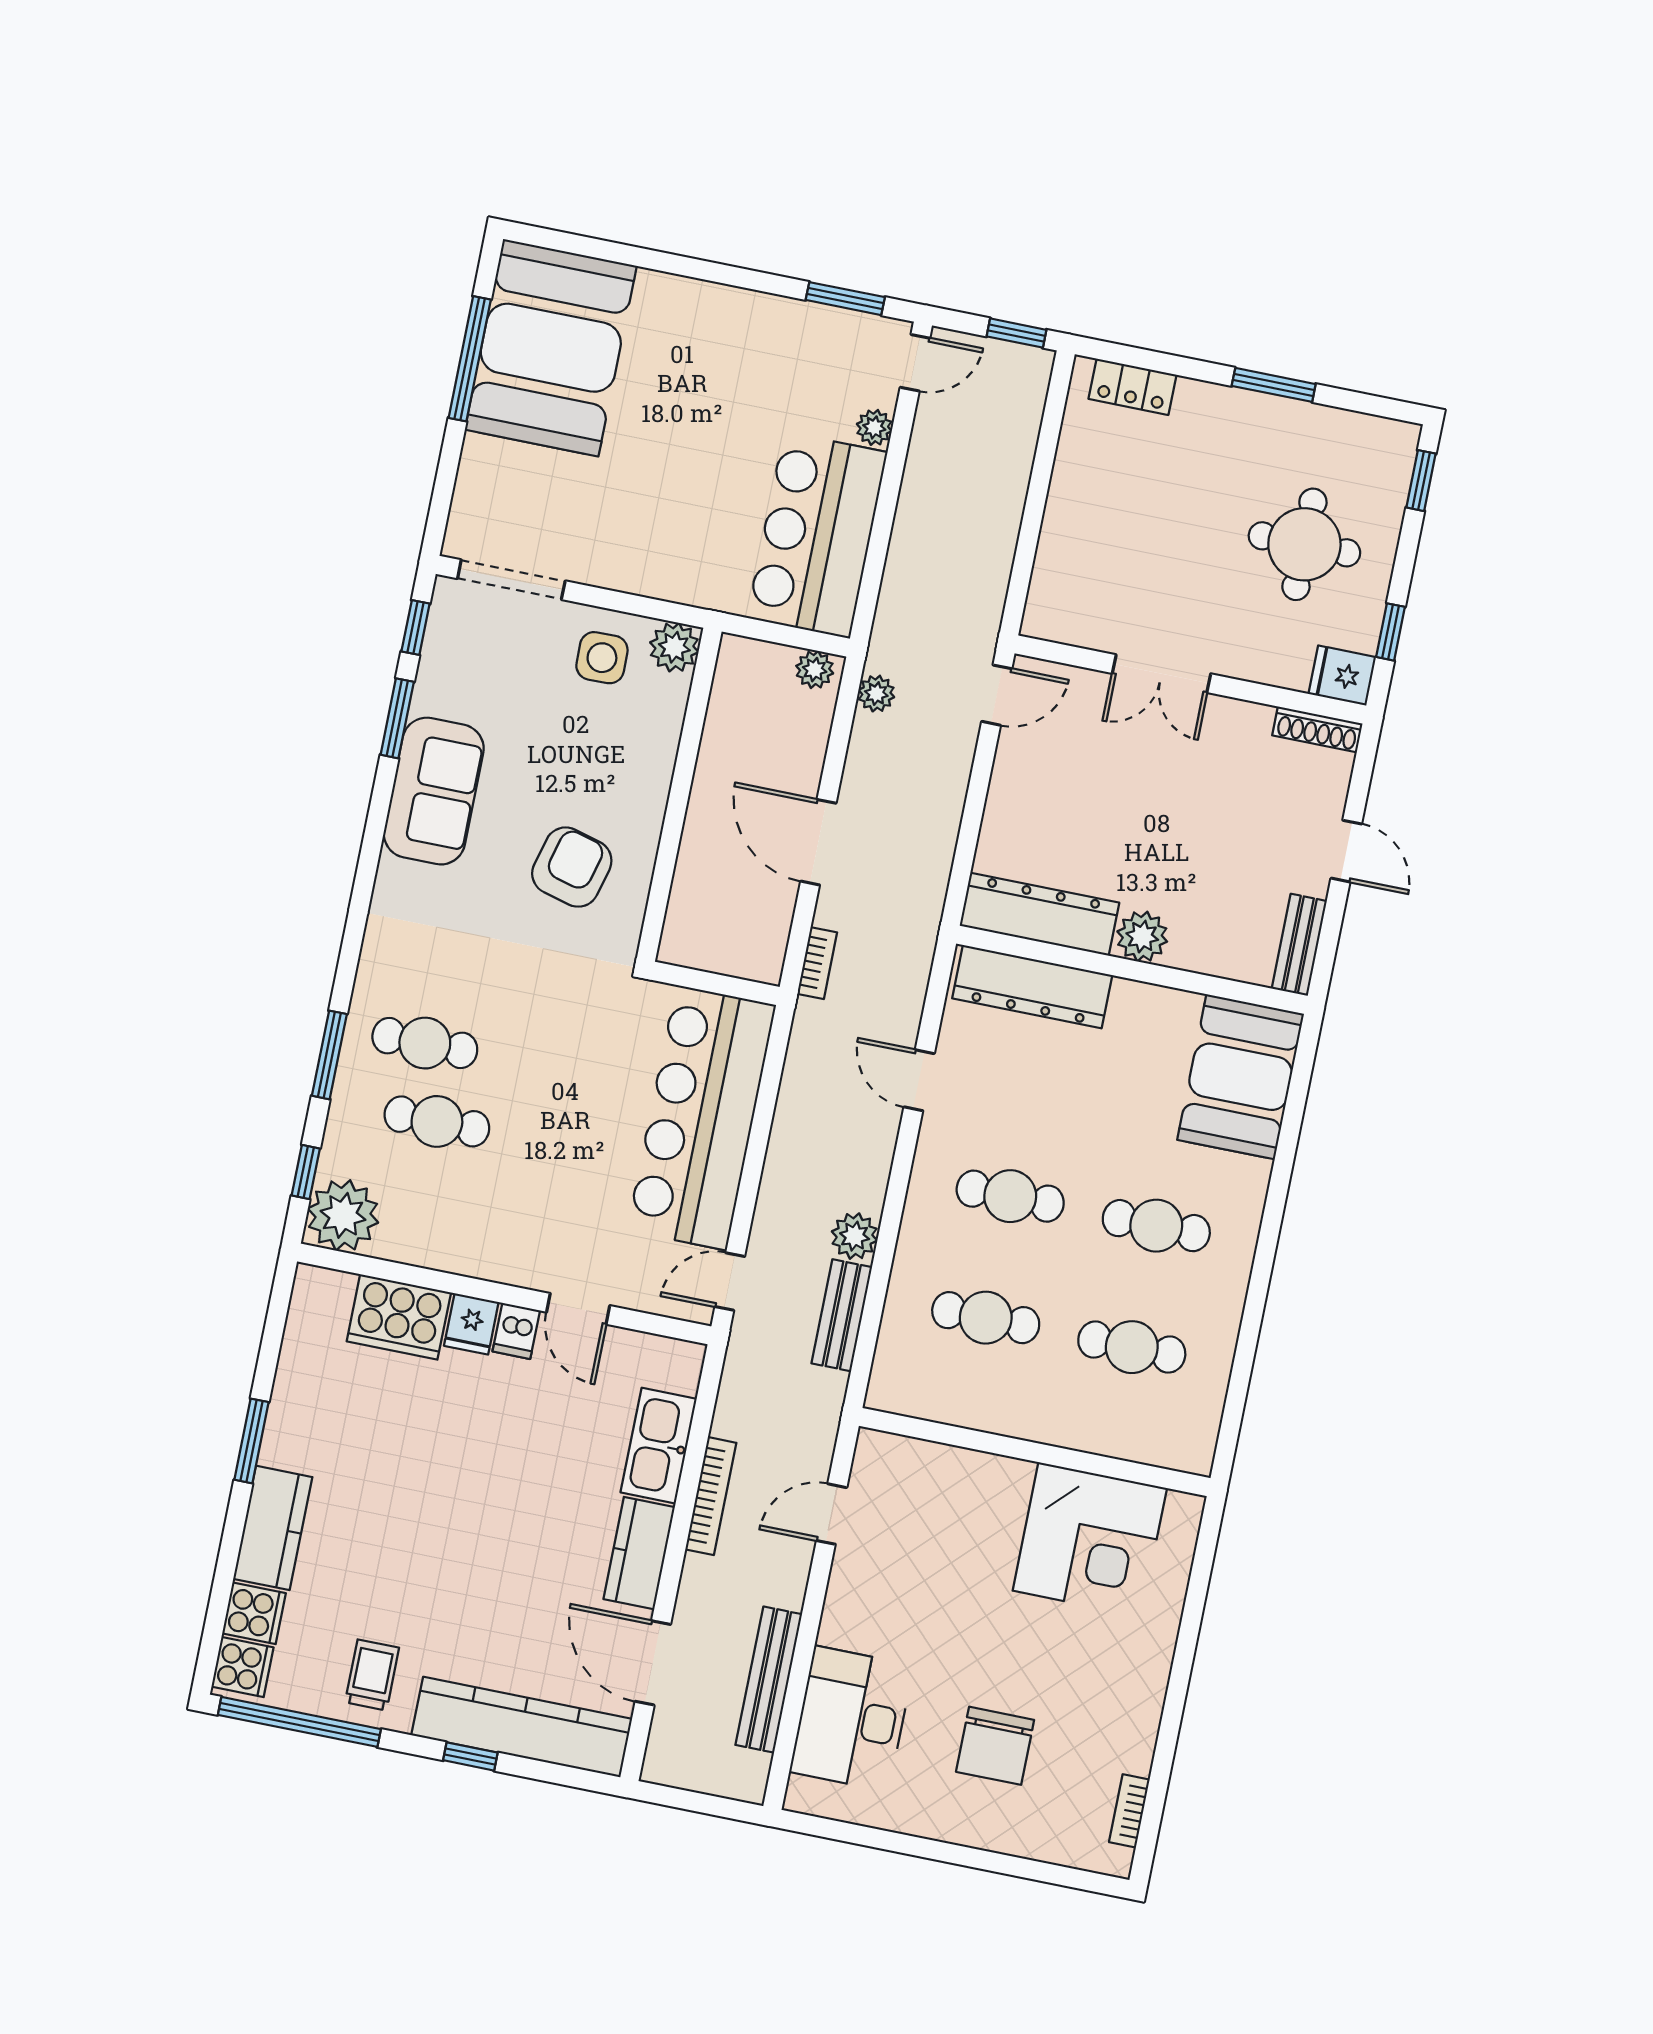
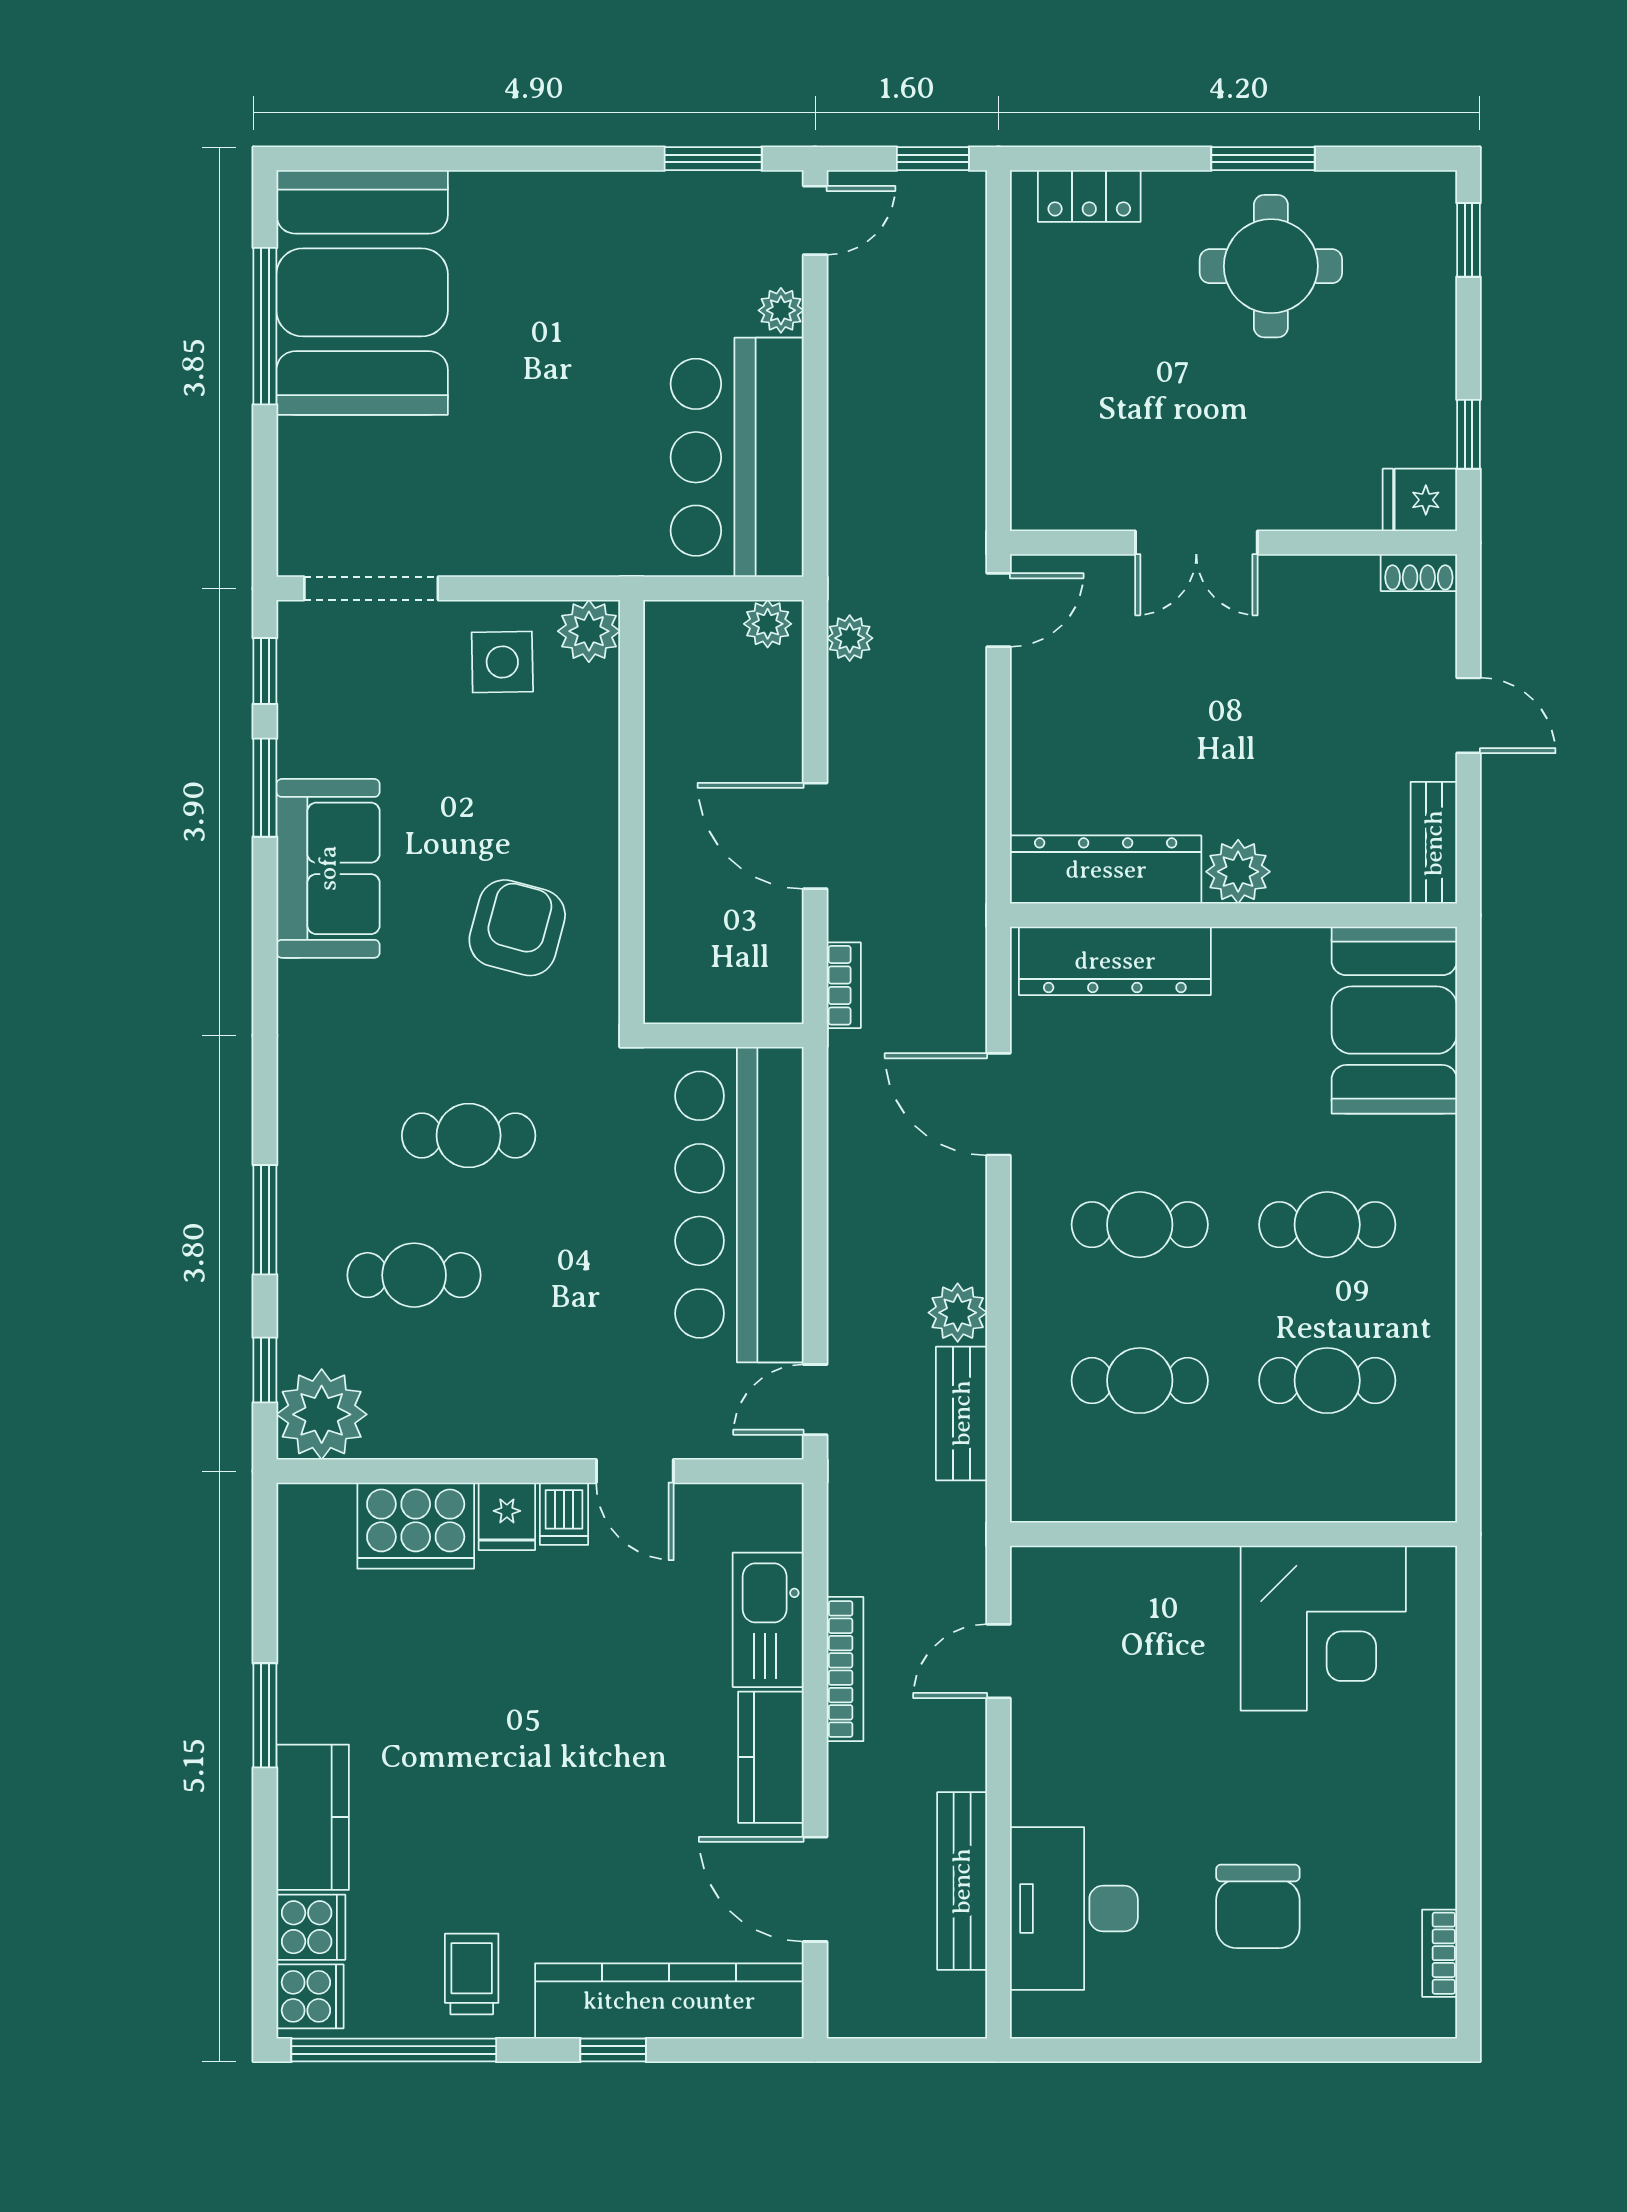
round table: (1304, 544) -> (1271, 266), moved
shoe rack: (1317, 729) -> (1419, 573), width x0.70
cafe table: (425, 1043) -> (469, 1135), moved
door: (919, 1080) -> (998, 1104), width x1.38

